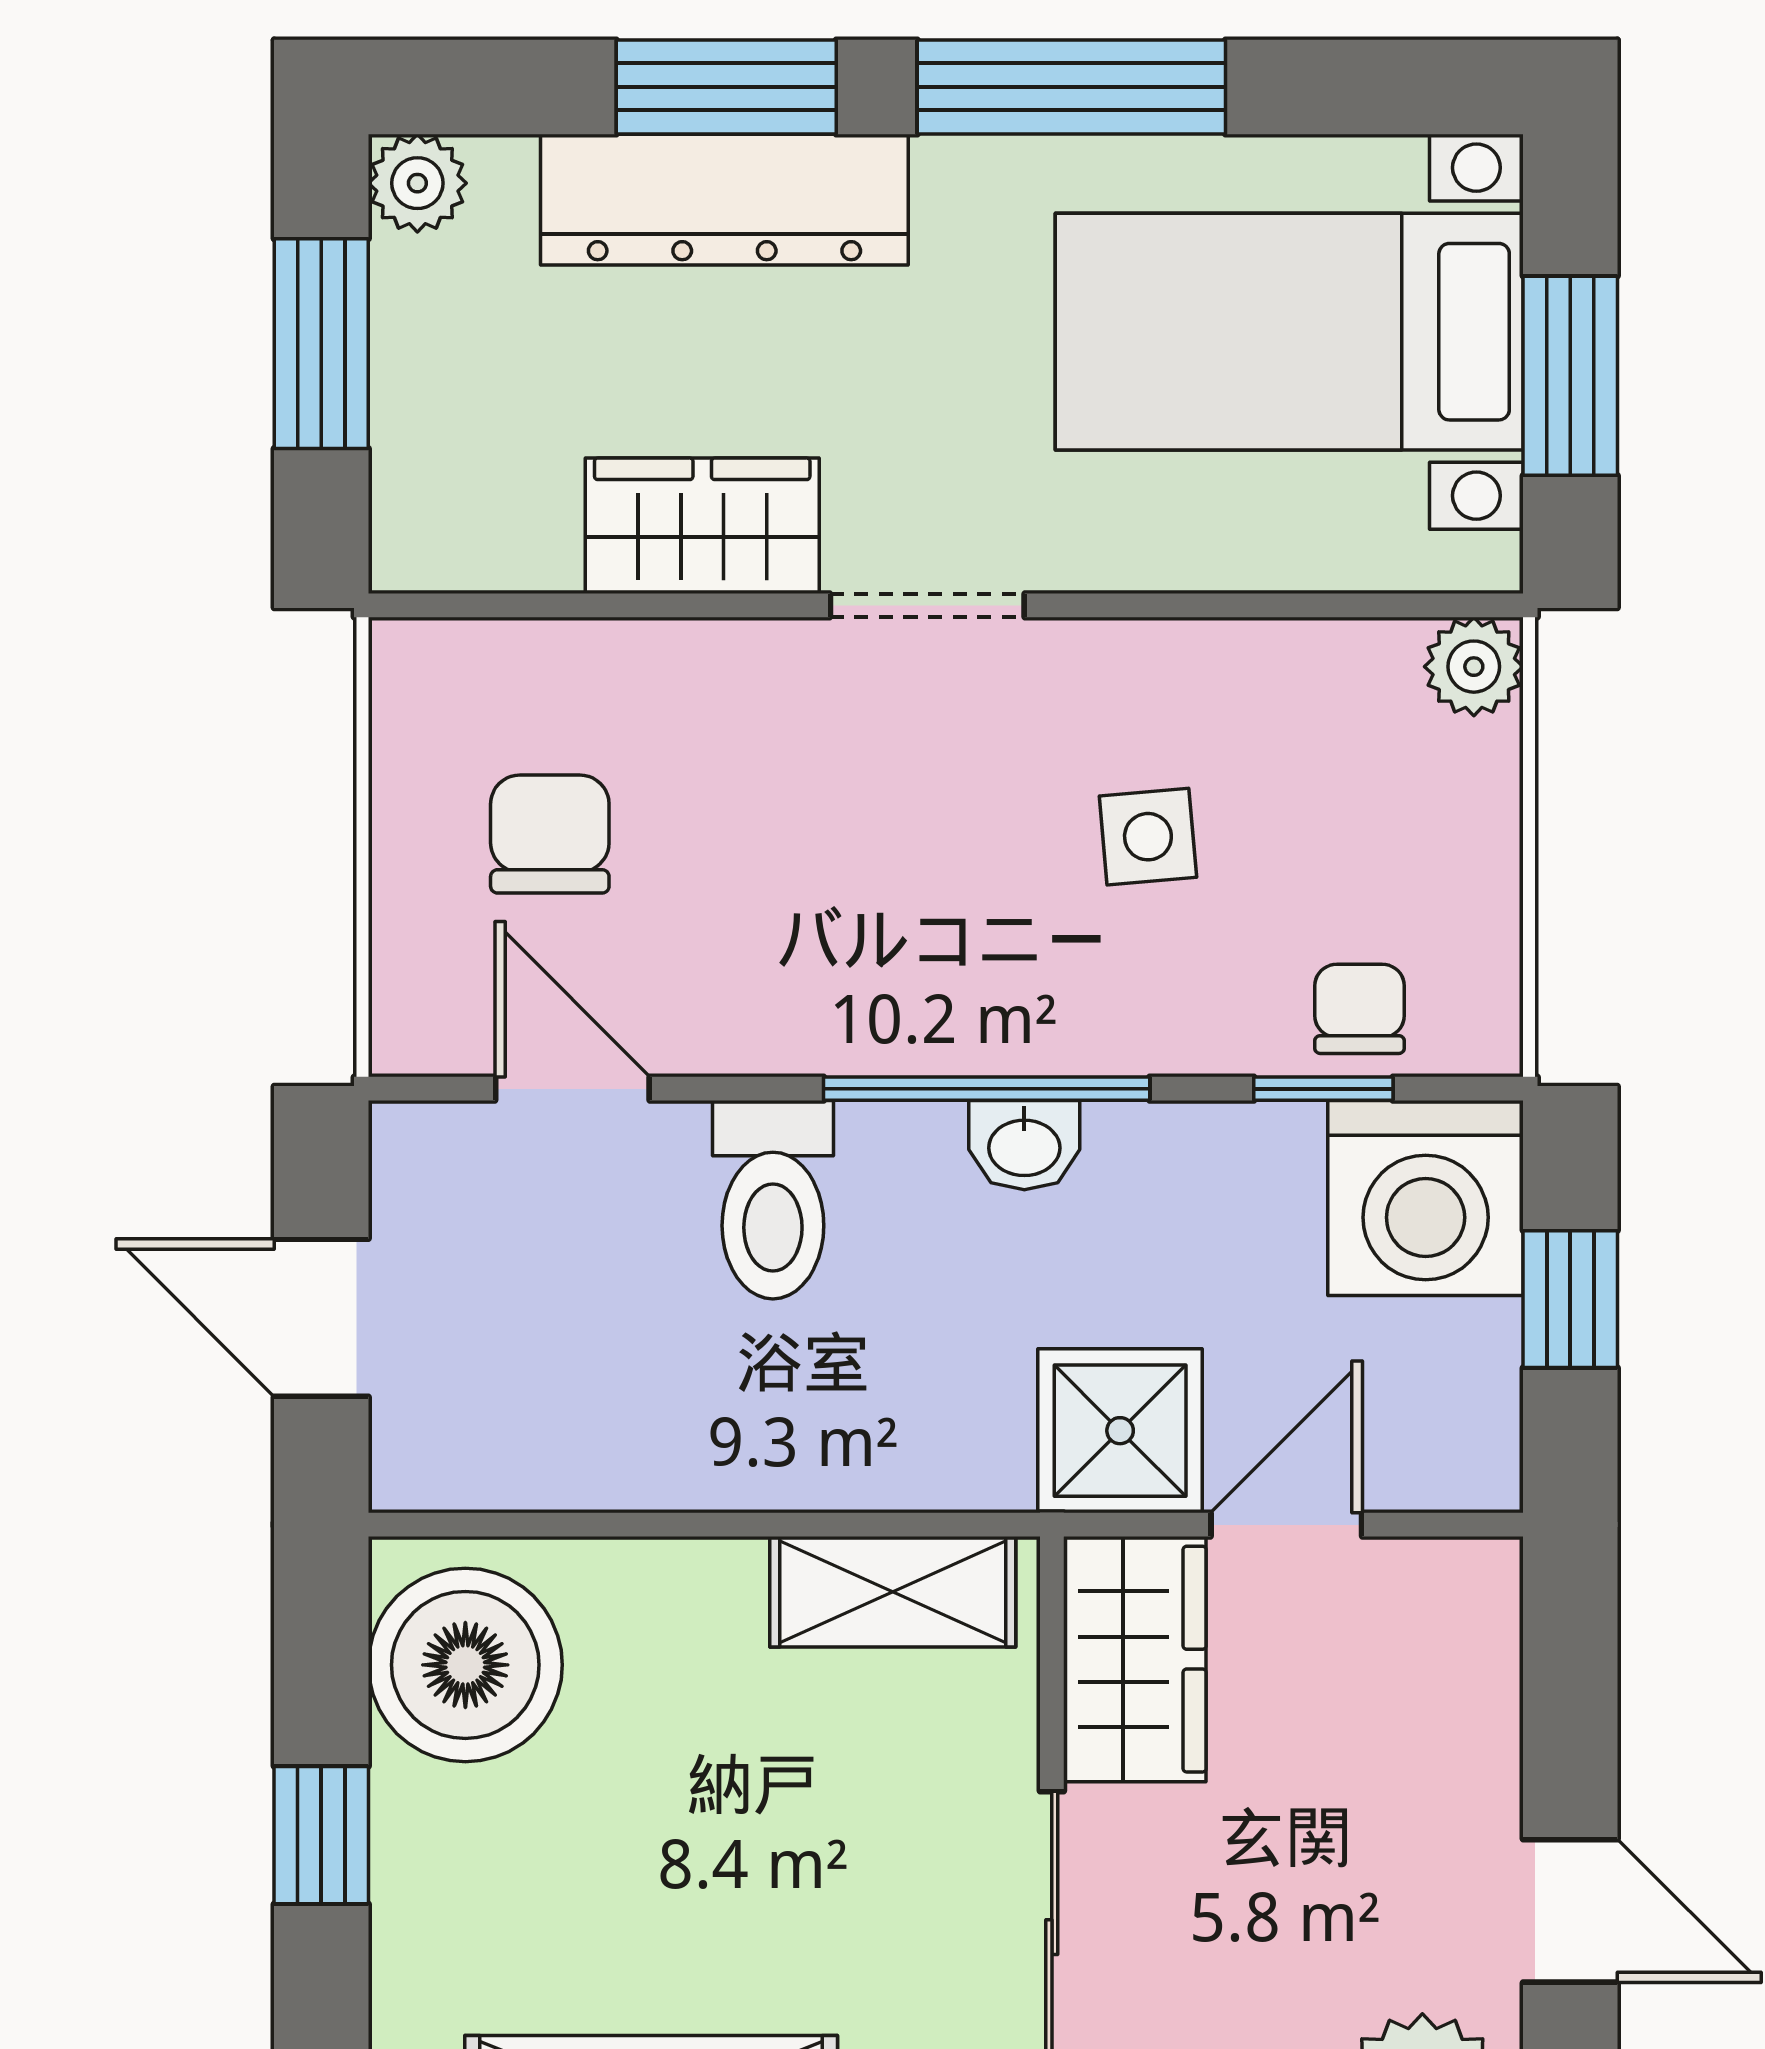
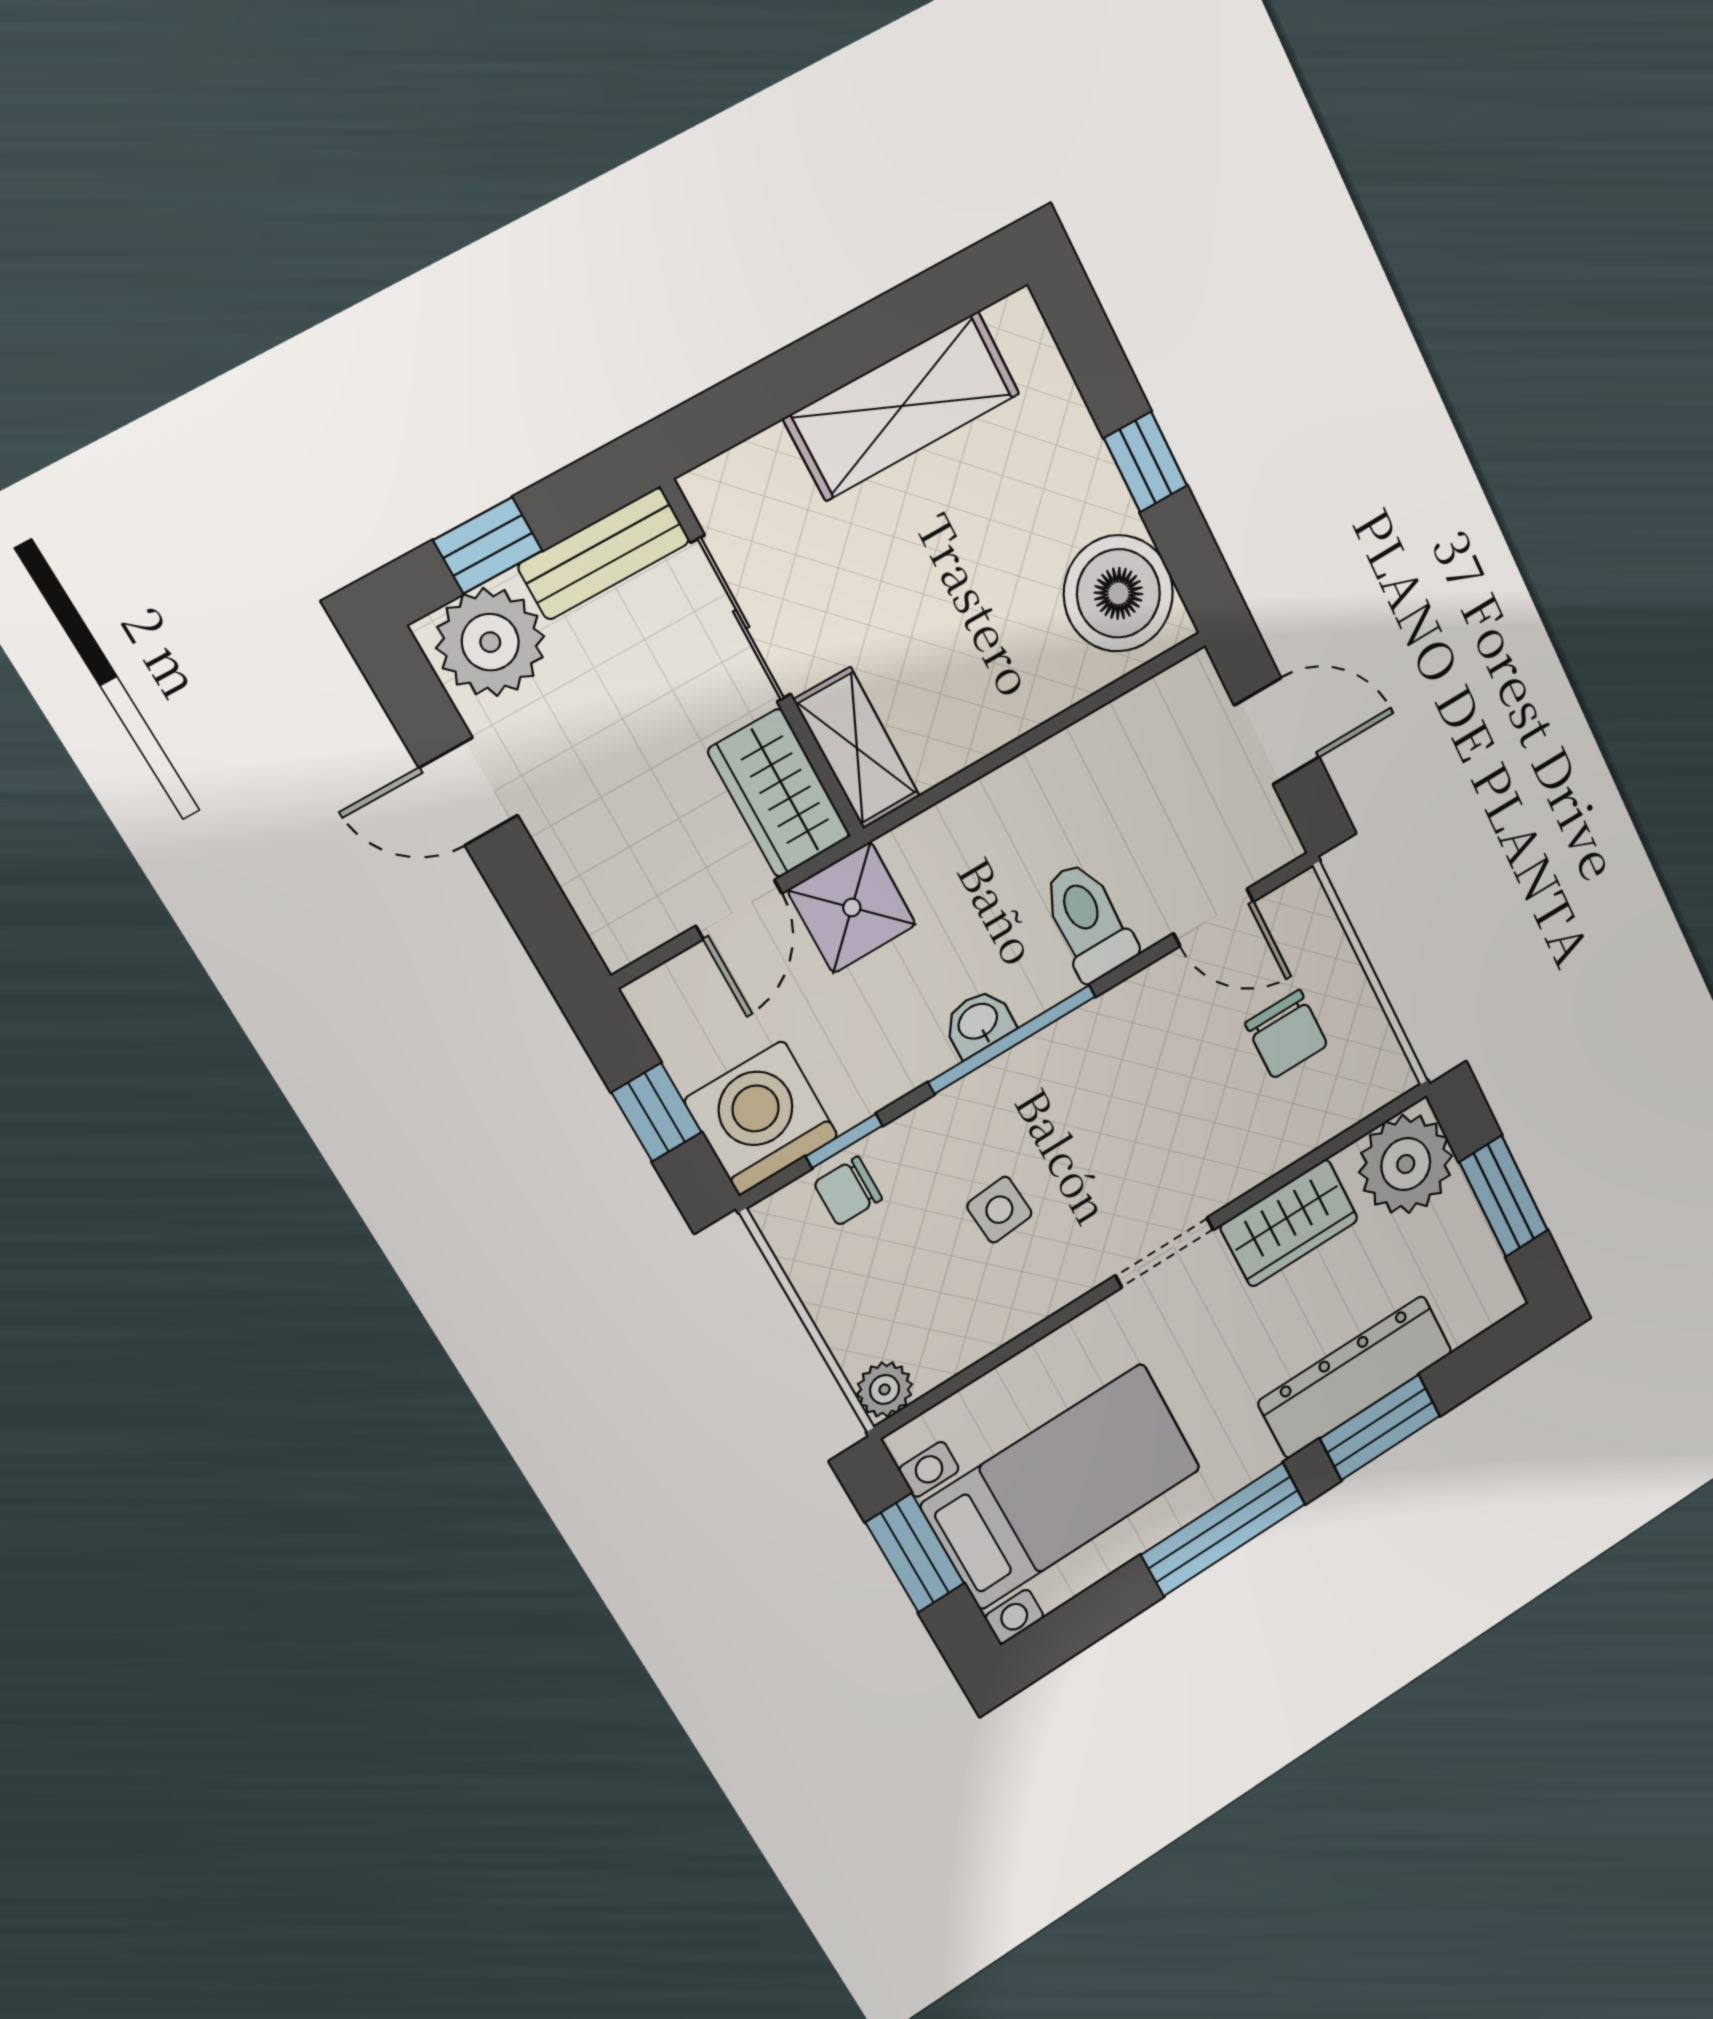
plant: (417, 183) -> (1406, 1164), moved, width x1.87, depth x1.87
chair: (1360, 1009) -> (848, 1191), turned 90
shelving: (893, 1592) -> (857, 748), moved, turned 90

